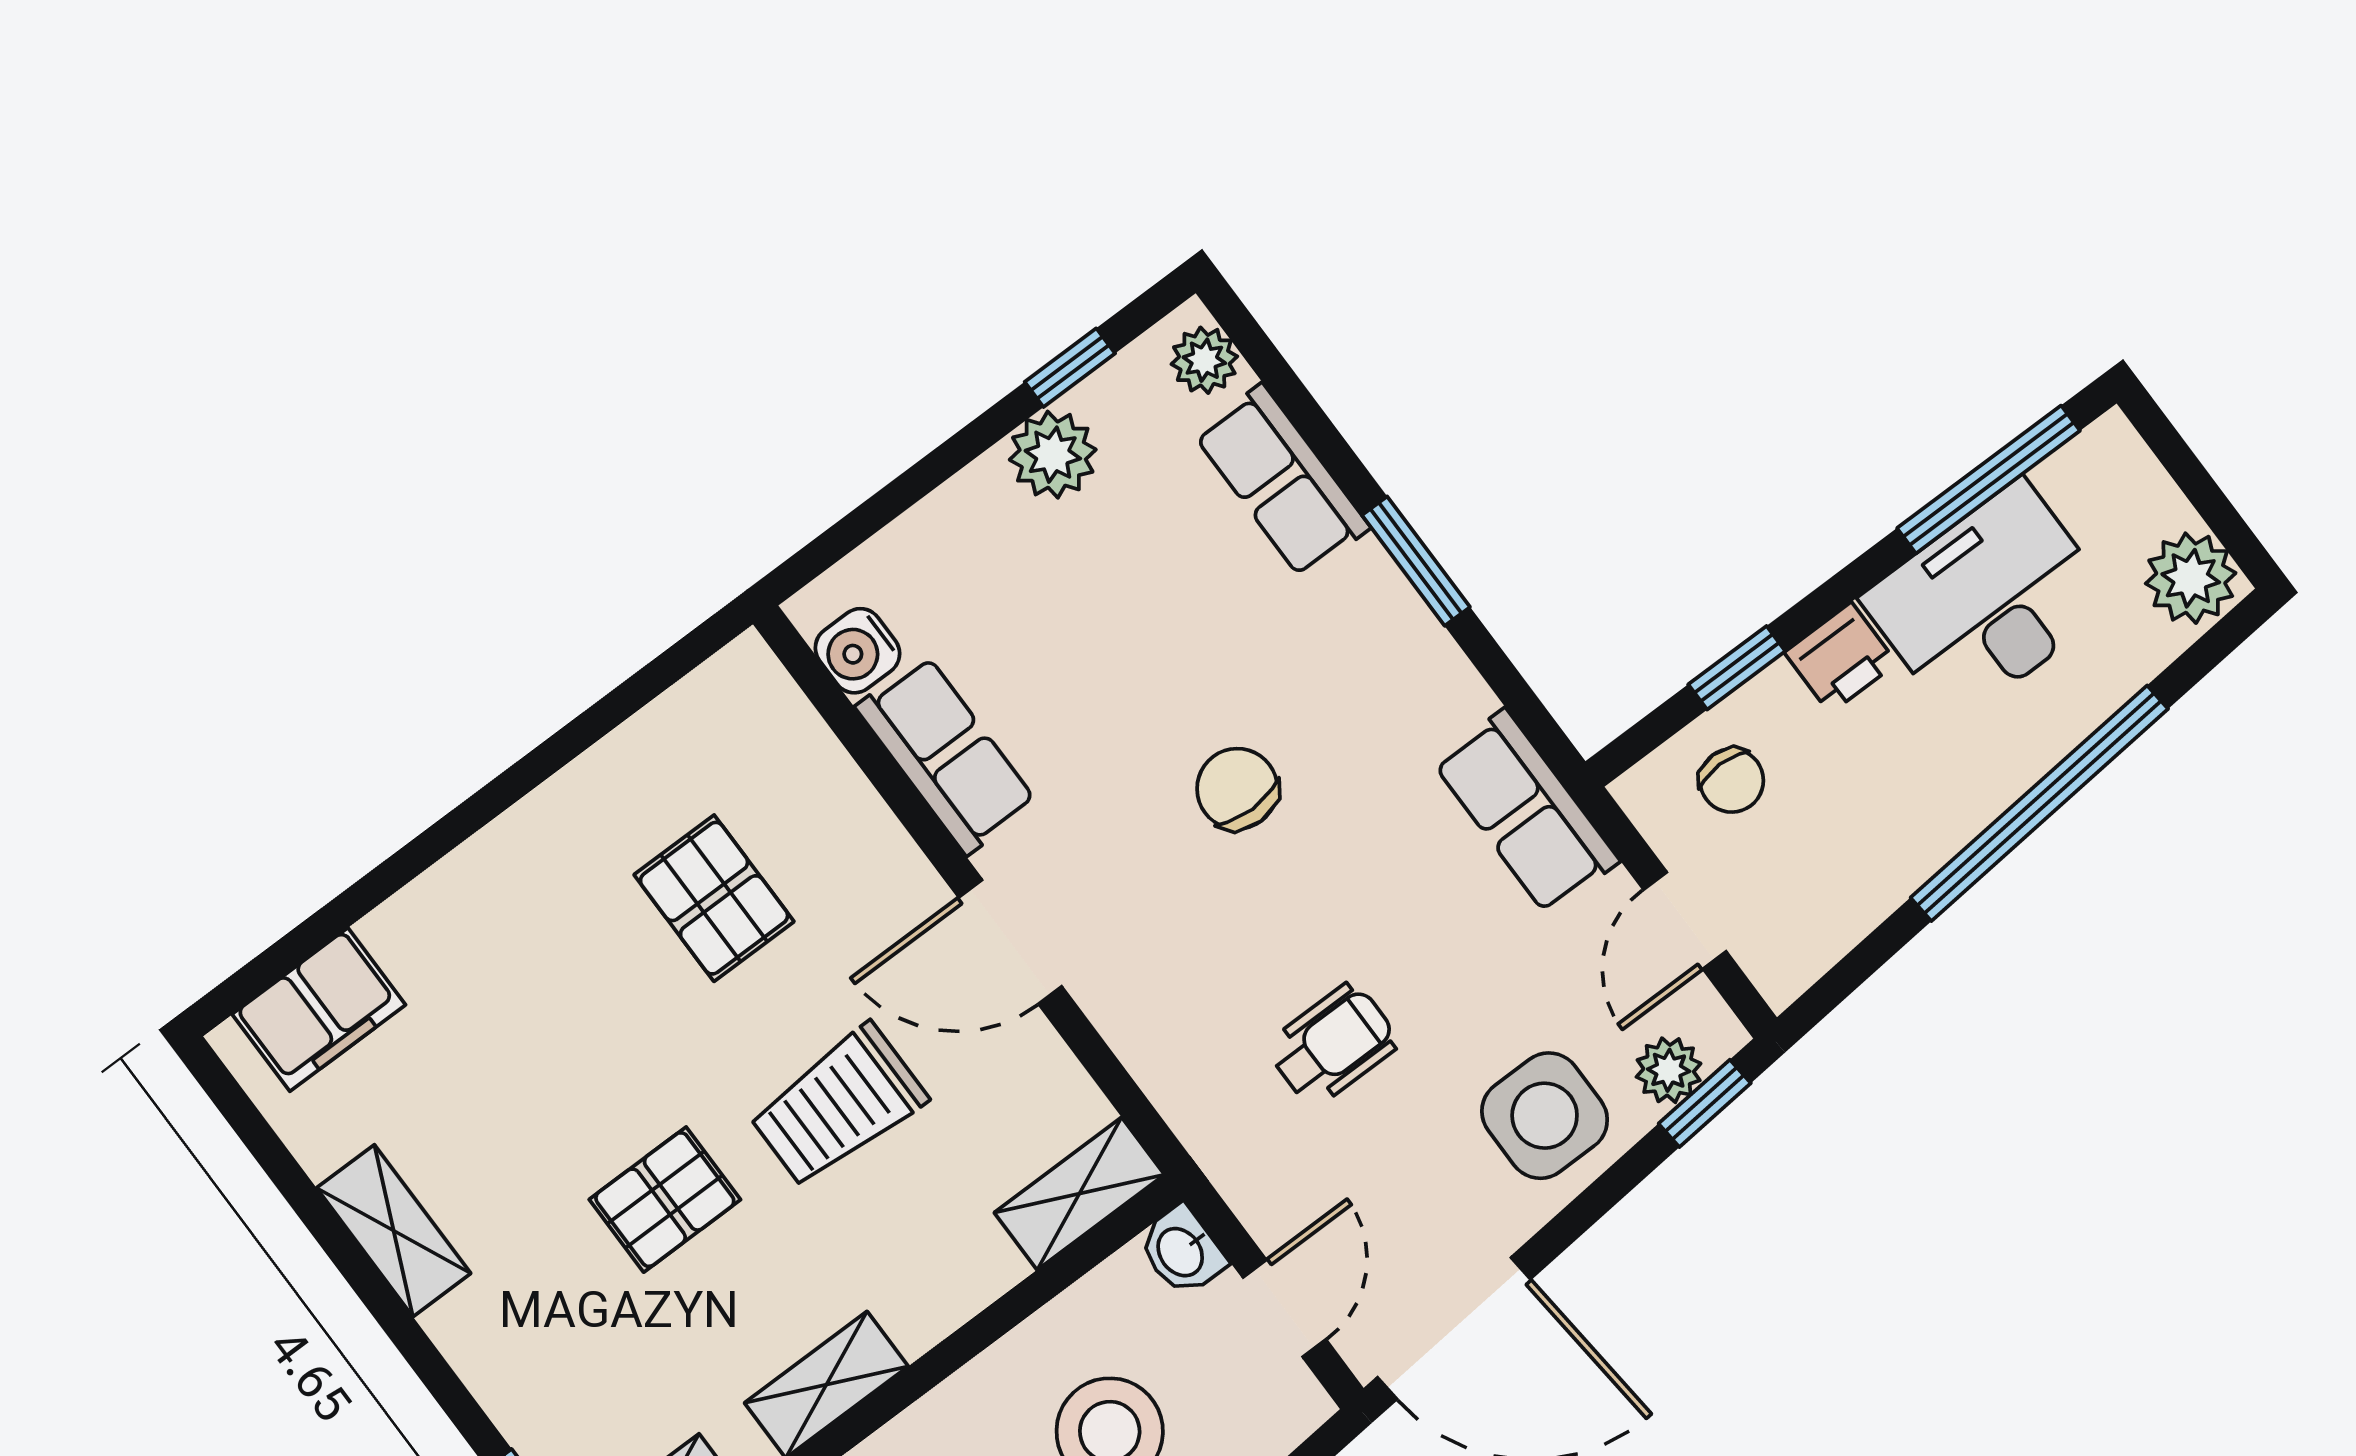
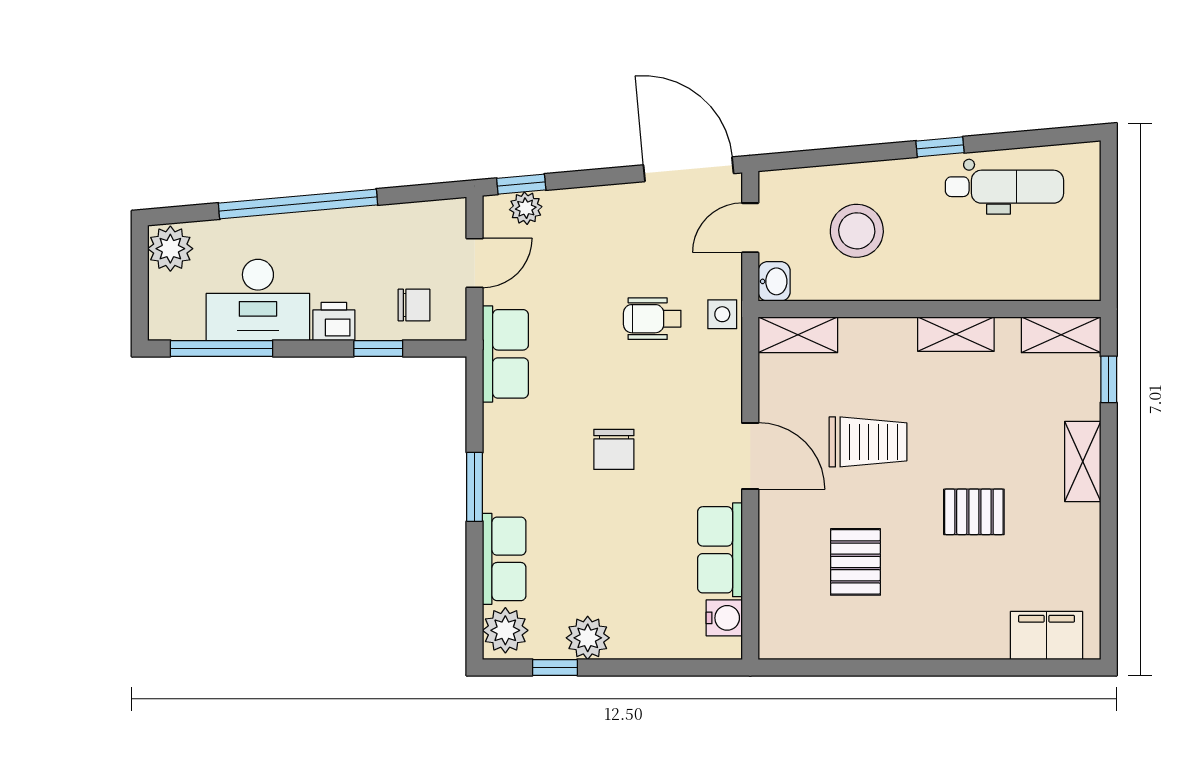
plant: (1204, 360) -> (505, 630), width x1.38, depth x1.38
chair: (1732, 780) -> (414, 305), turned 90
side table: (1545, 1116) -> (722, 314), moved, width x0.54, depth x0.54
pallet: (665, 1200) -> (974, 512), moved
shelving: (394, 1231) -> (1083, 461), moved

